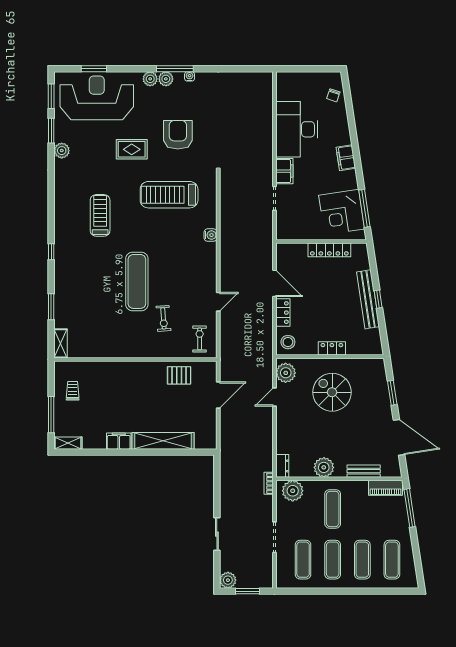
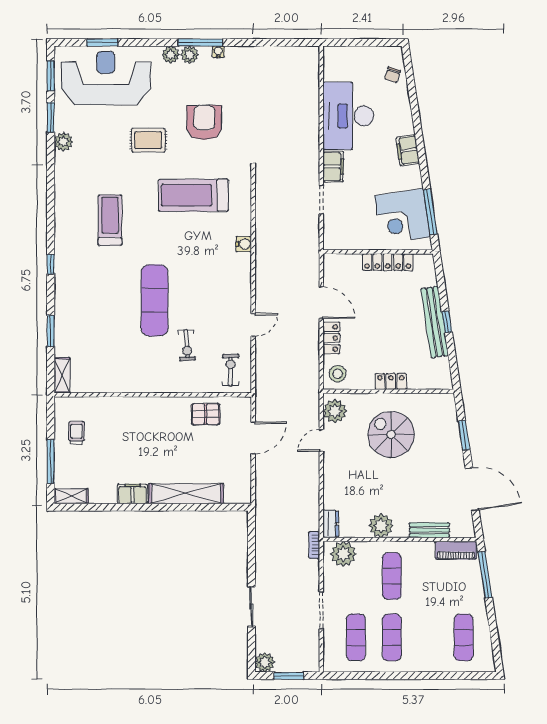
exercise mat: (362, 560) -> (428, 637), removed

